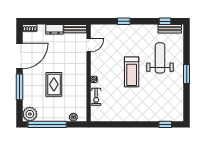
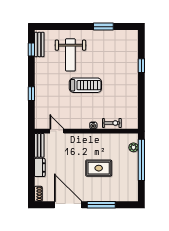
weight bench: (160, 58) -> (70, 55), turned -90
window: (187, 74) -> (103, 27), moved
plant: (30, 114) -> (130, 194), removed
window: (47, 124) -> (141, 160), moved
window: (165, 124) -> (141, 66), moved

